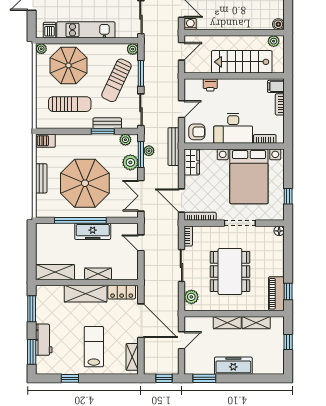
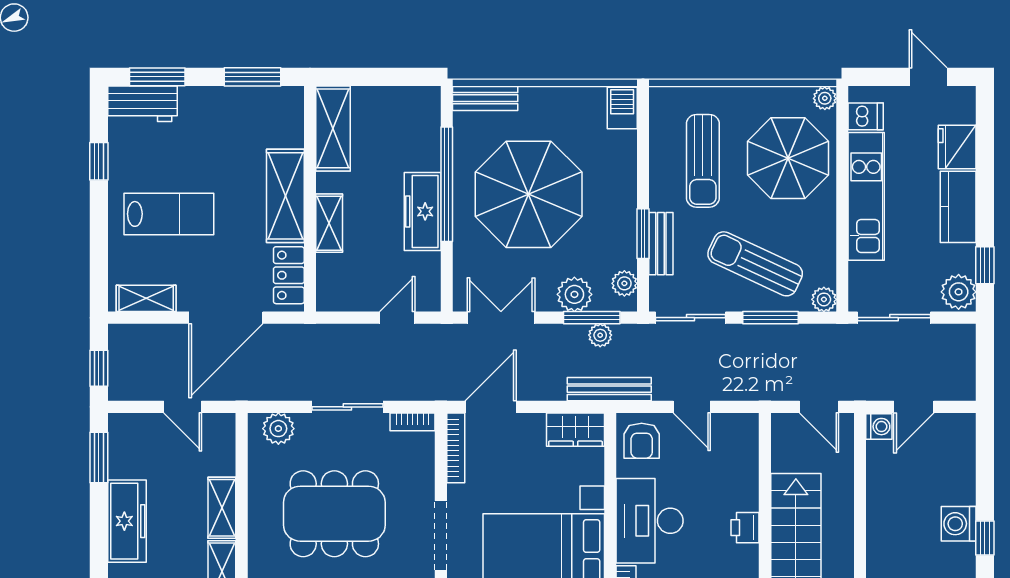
printer: (210, 85) -> (745, 528), moved
bench: (41, 178) -> (485, 98), moved
workbench: (44, 340) -> (142, 104), moved

